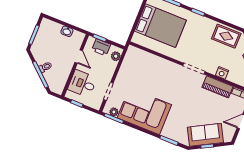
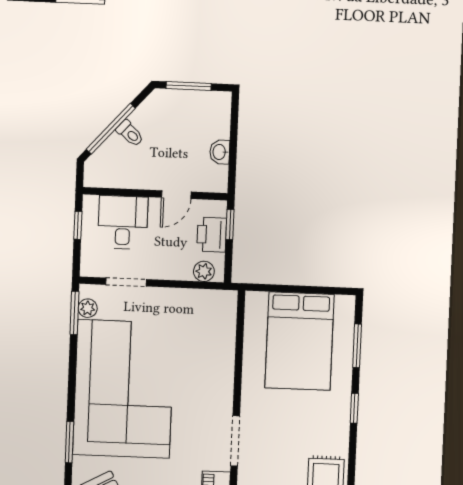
corner sofa: (144, 111) -> (124, 389), width x1.36, depth x1.36

